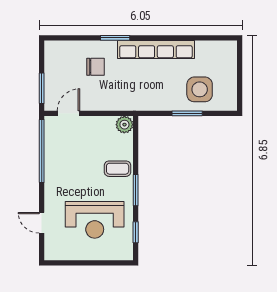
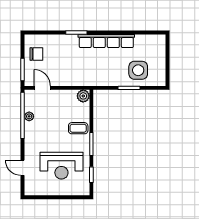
chair: (95, 67) -> (36, 54), moved
door: (68, 113) -> (42, 88), hinge flipped
plant: (51, 152) -> (29, 116), added

